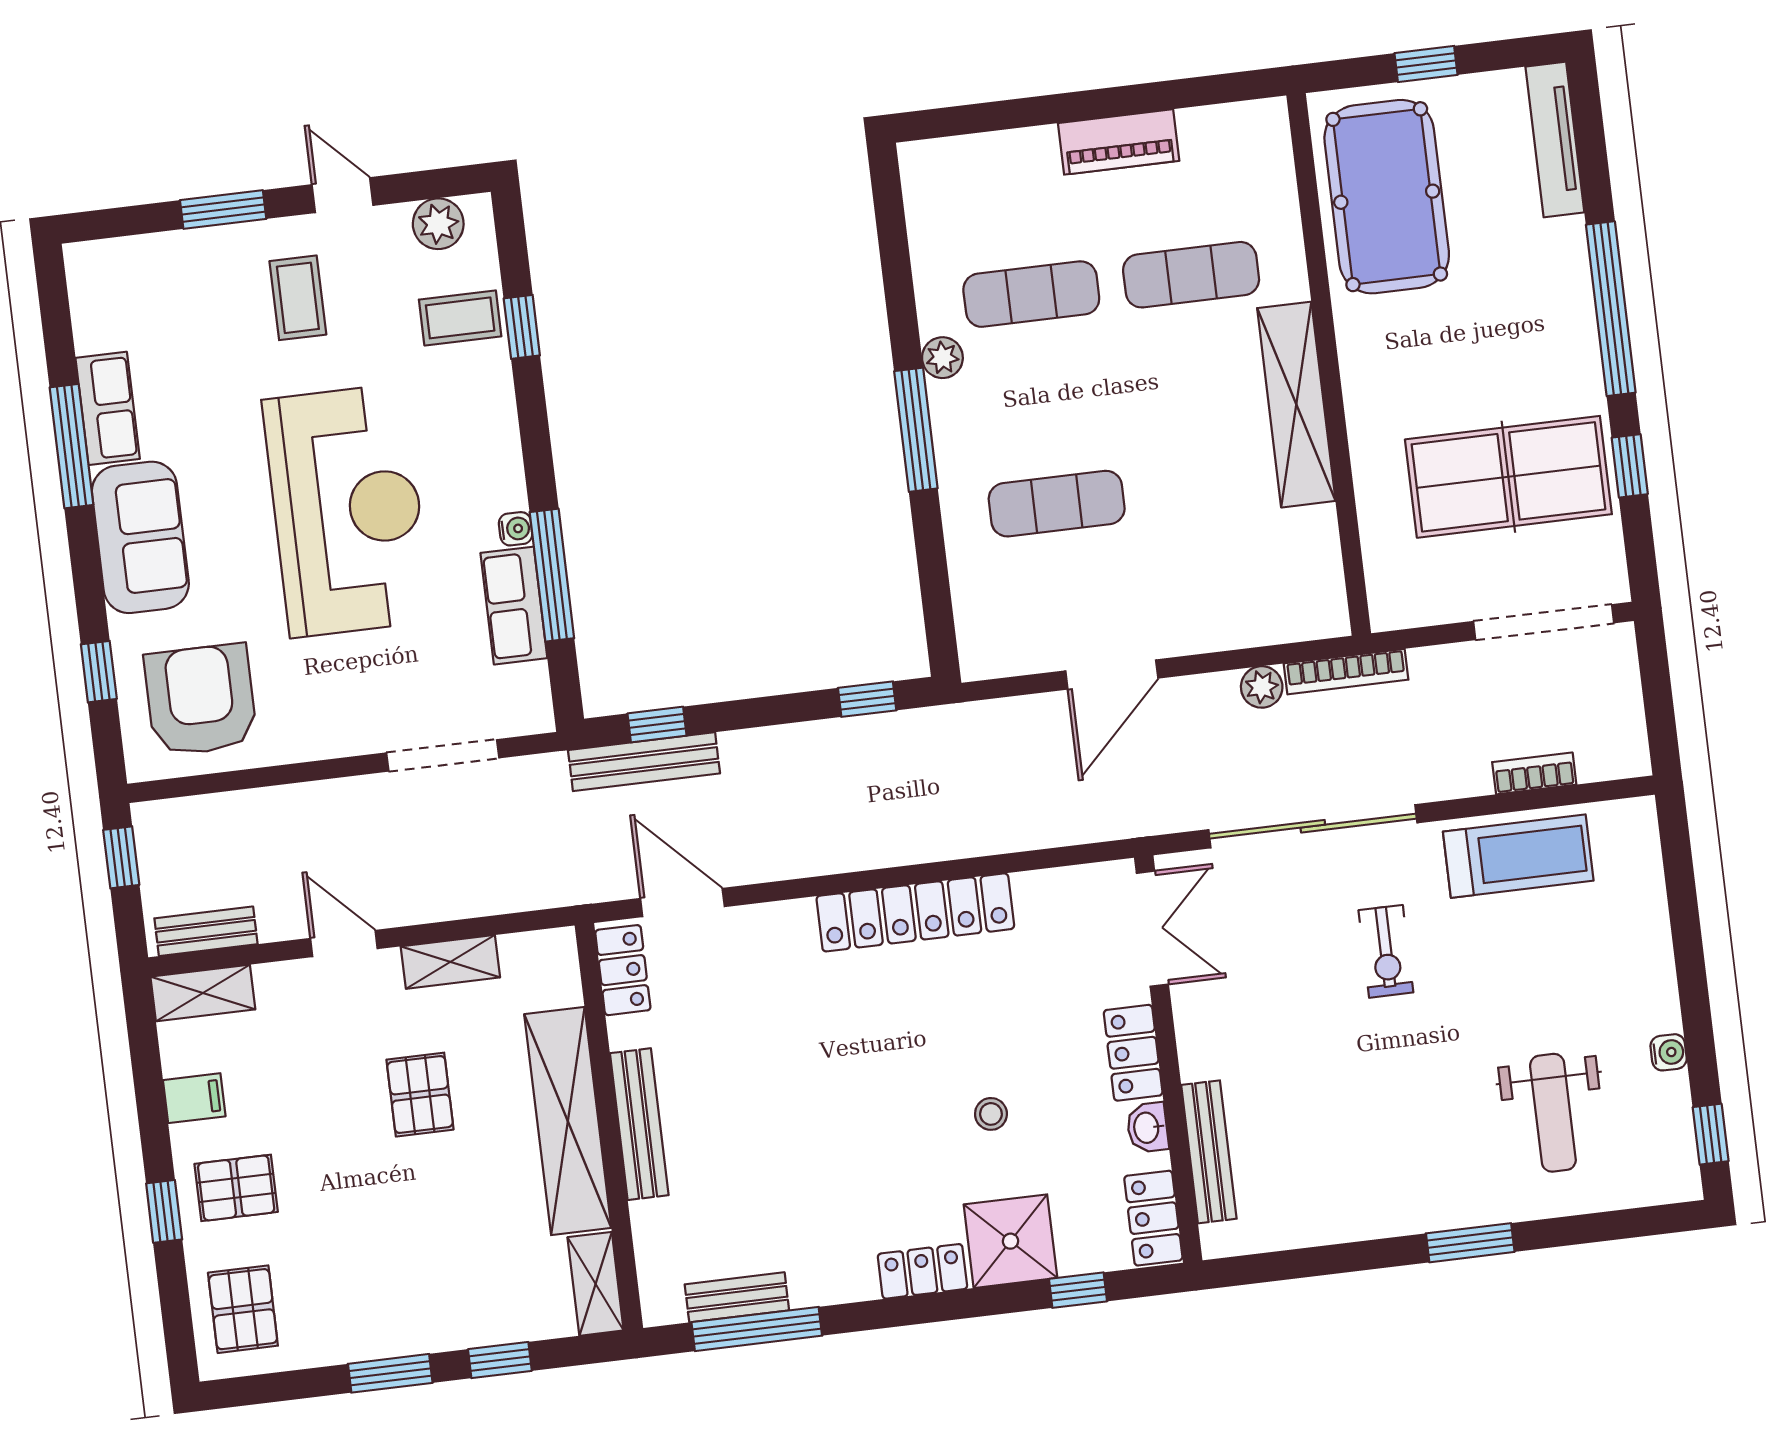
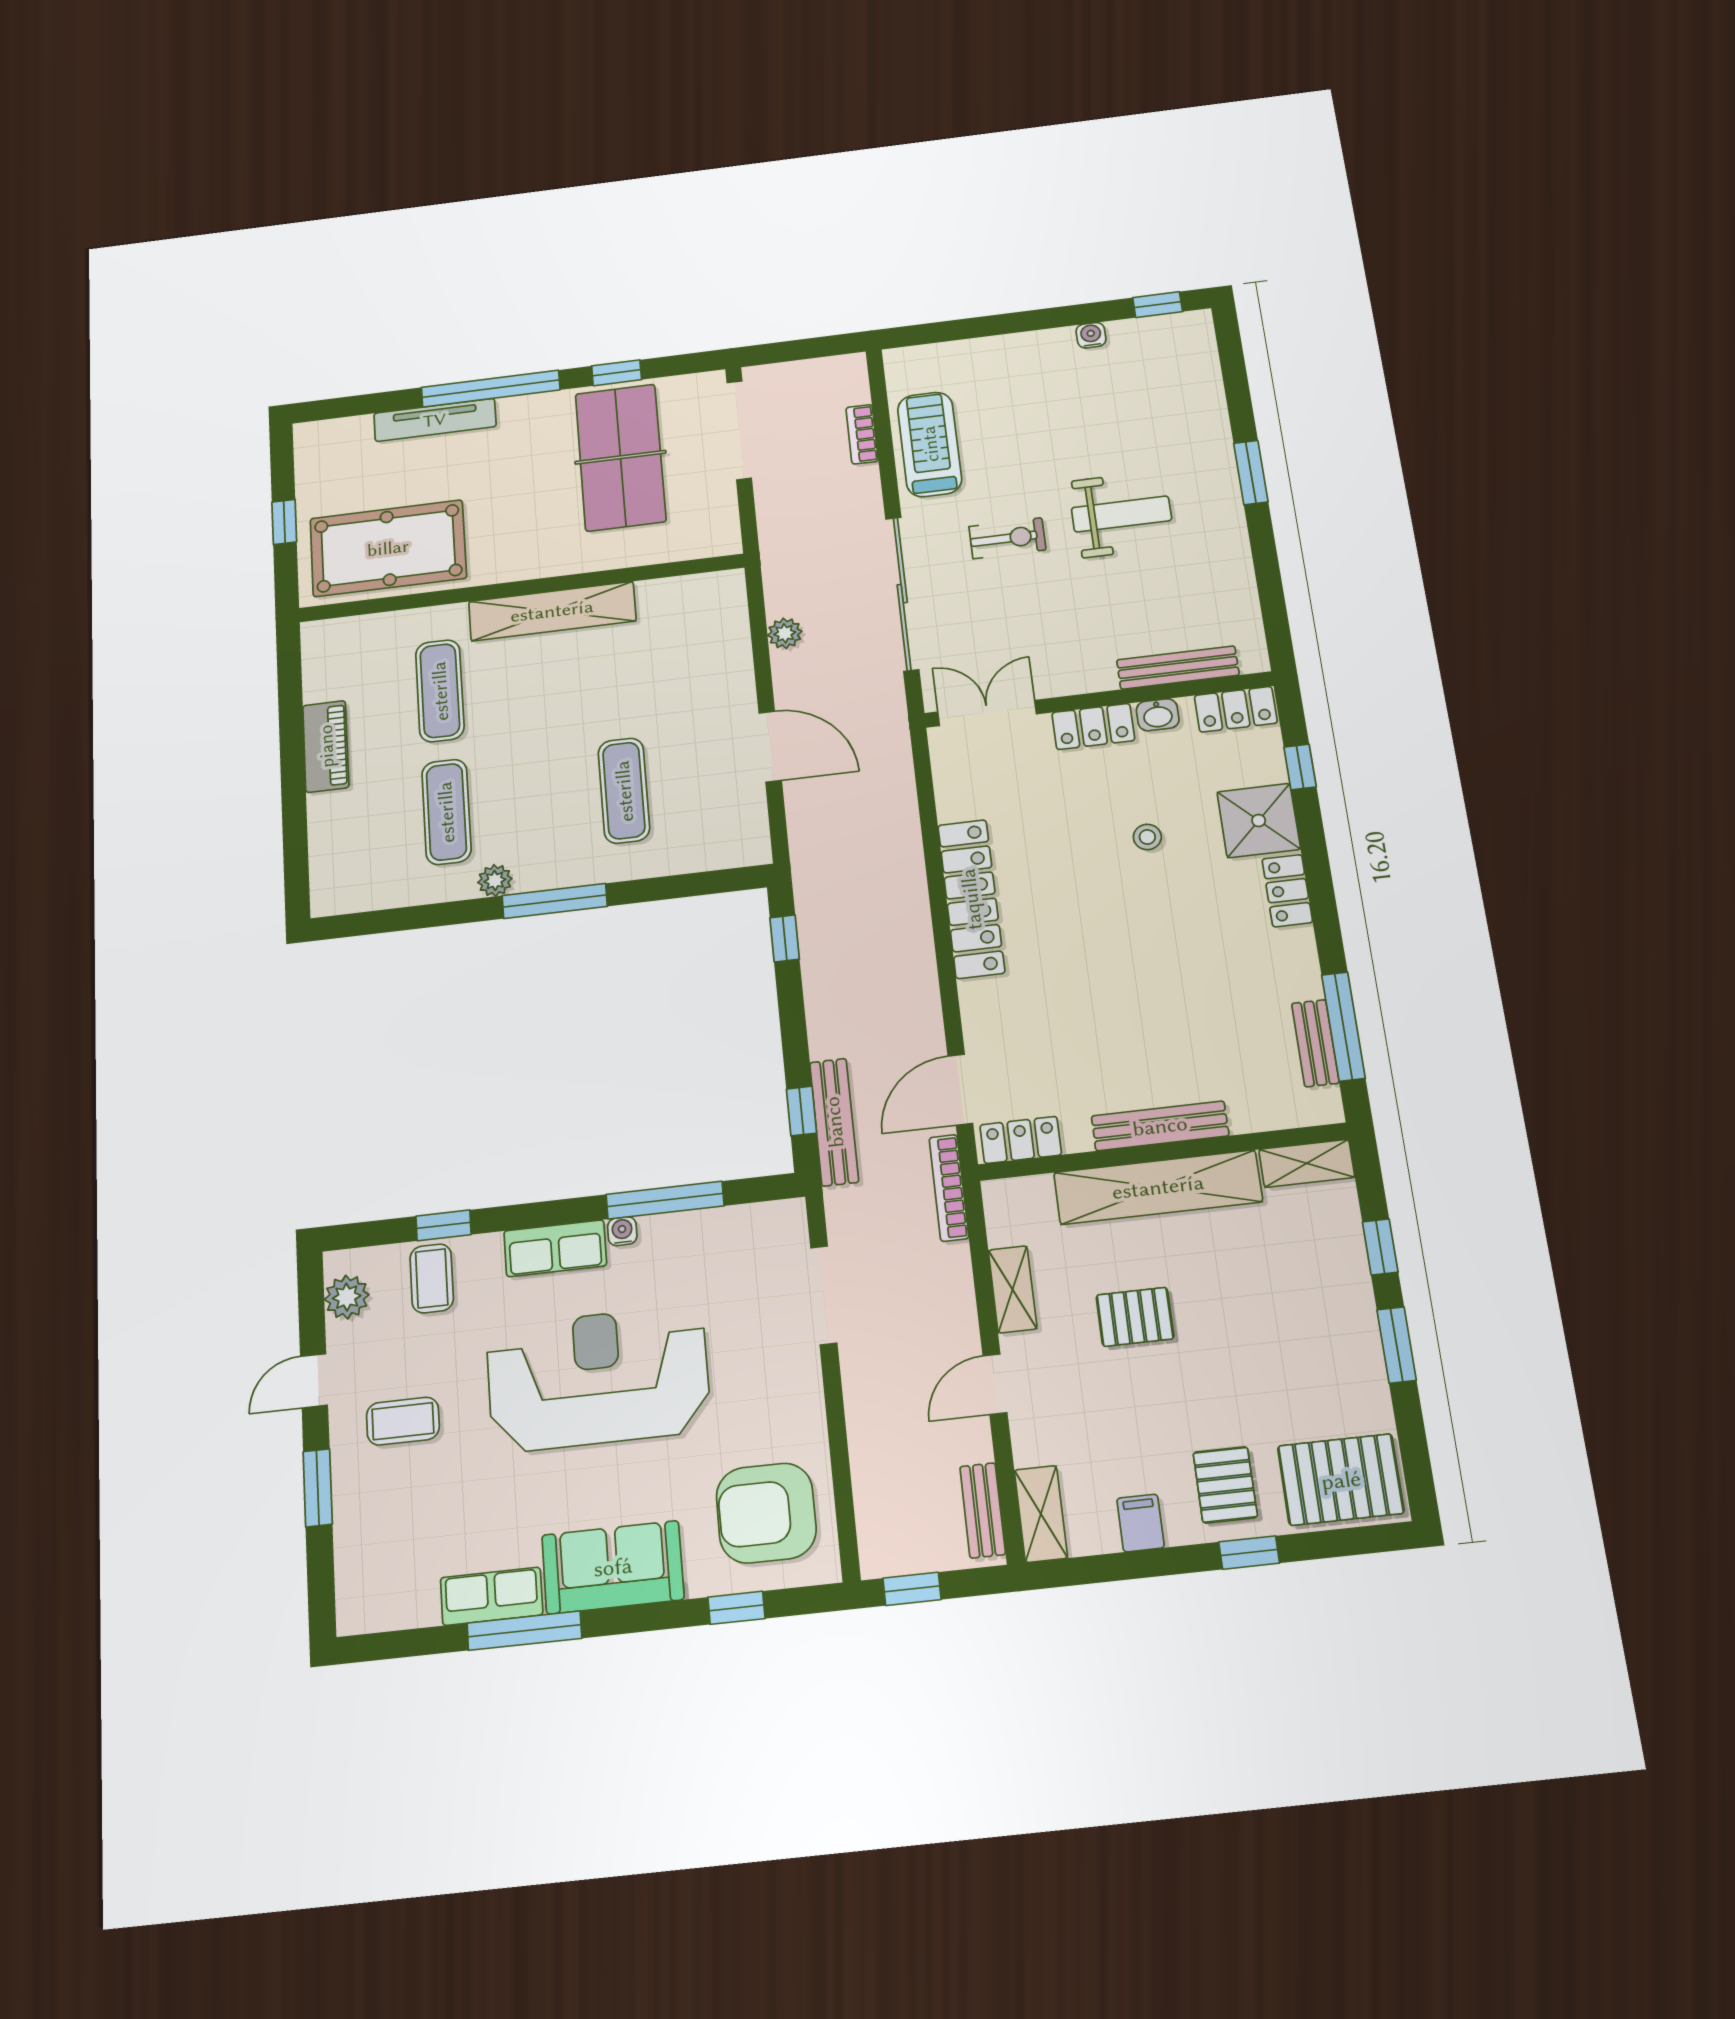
tv unit: (1555, 139) -> (435, 420), moved
row of seats: (514, 606) -> (555, 1248), moved
bookcase: (1346, 672) -> (949, 1188), moved, turned 180
weight bench: (1553, 1113) -> (1121, 514), moved
pallet: (243, 1309) -> (1341, 1480), width x1.50, depth x1.42

